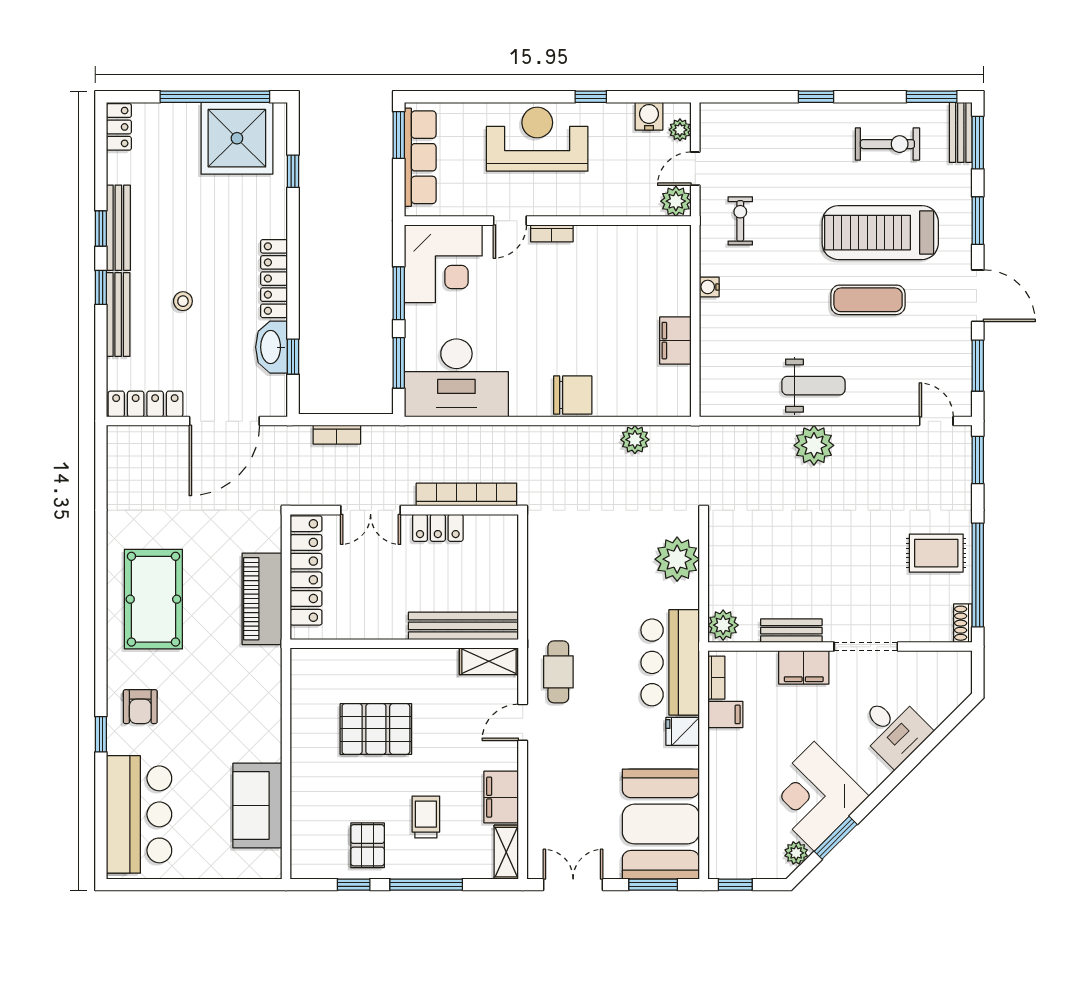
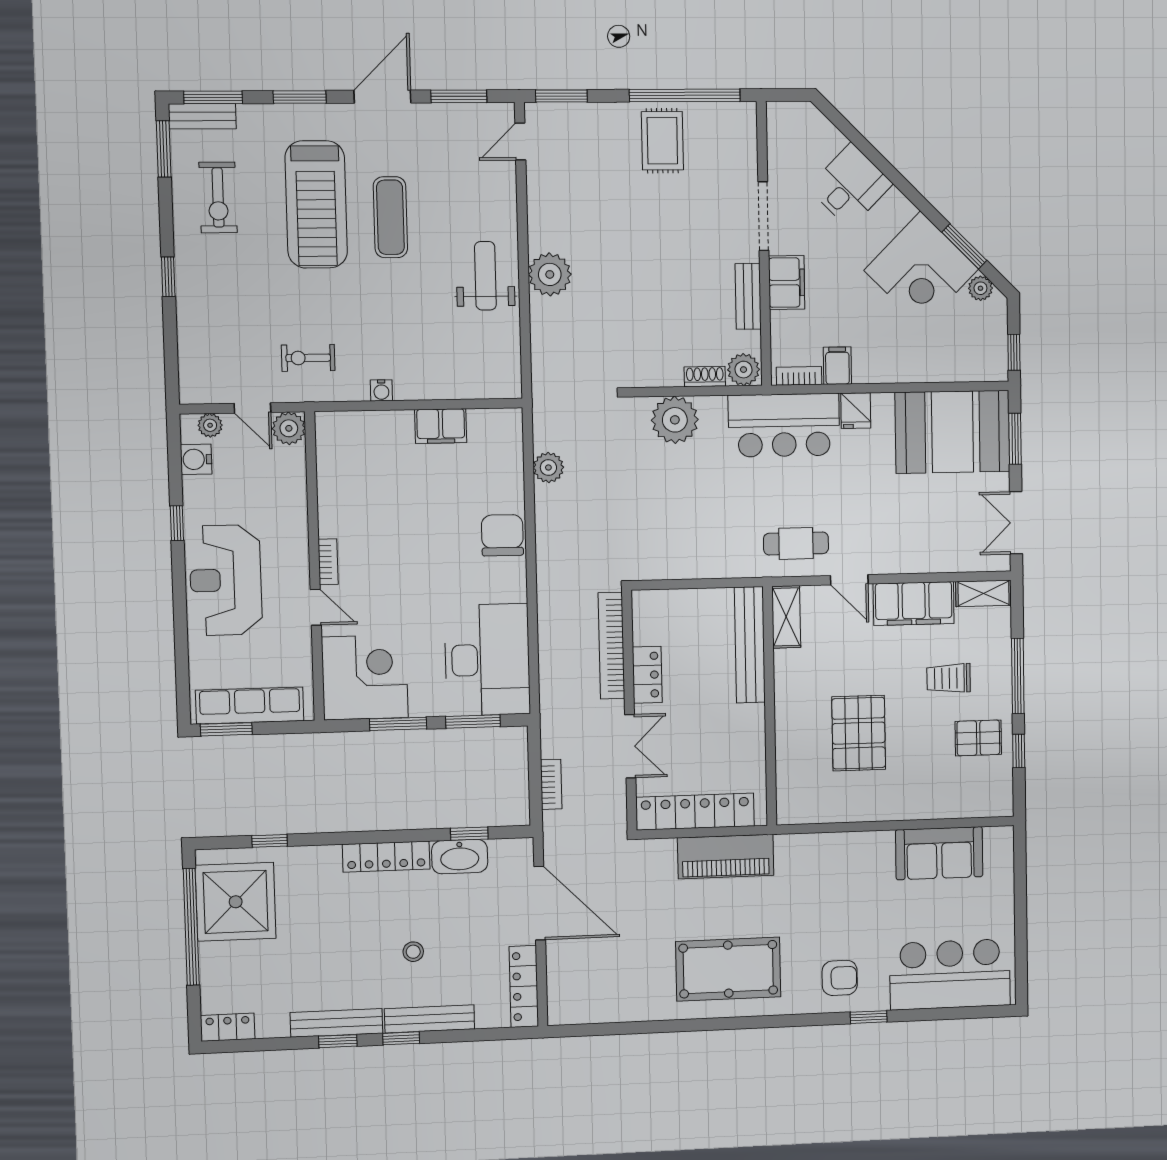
exercise bike: (887, 144) -> (218, 197), turned 180
shoe rack: (963, 623) -> (705, 377), moved, turned 180
filing cabinet: (501, 797) -> (914, 604), width x1.50, depth x1.17

